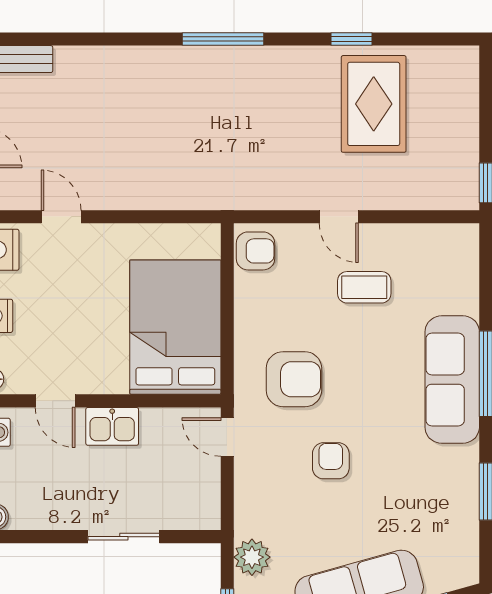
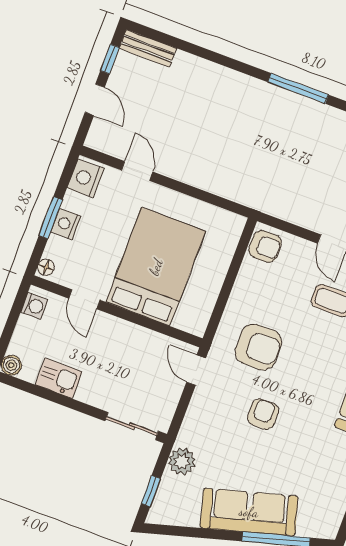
bed: (175, 327) -> (156, 267), moved
kitchen sink: (112, 426) -> (59, 378), moved, turned 180
sliding door: (124, 537) -> (132, 426), moved

